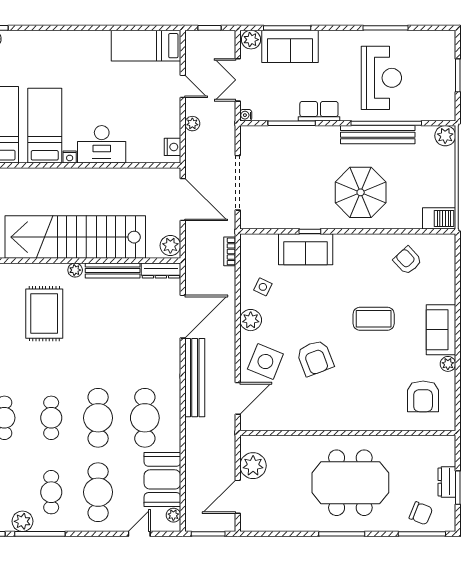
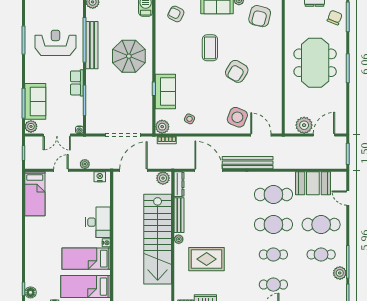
armchair: (407, 260) -> (176, 14), moved, turned 69
plant: (251, 320) -> (162, 127), moved
armchair: (315, 358) -> (237, 71), moved, turned 142
armchair: (423, 396) -> (260, 16), turned 104
door: (238, 497) -> (324, 135), swing flipped
plant: (173, 515) -> (336, 176), removed

